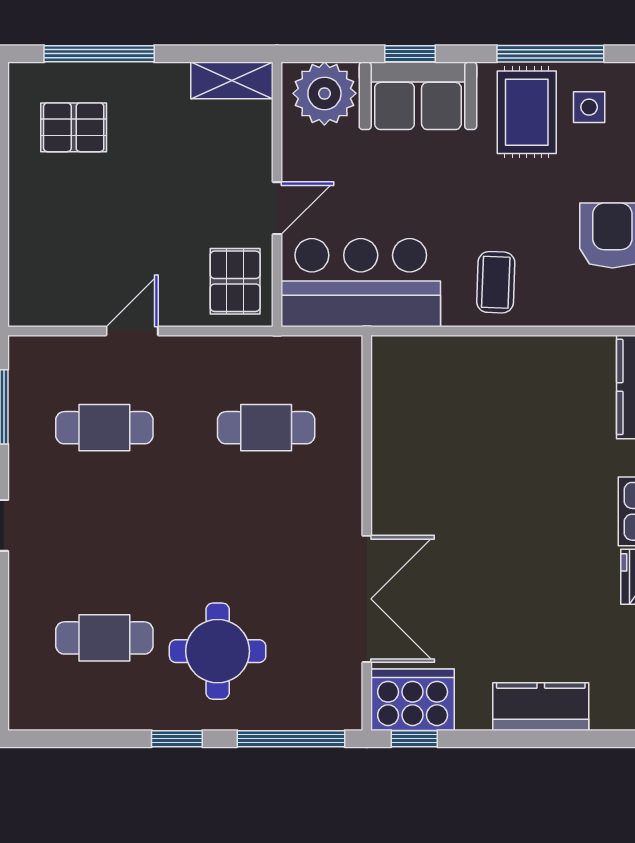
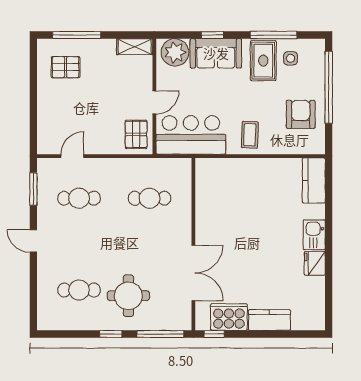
door: (132, 331) -> (72, 156), moved
cooker: (413, 700) -> (229, 317), moved

